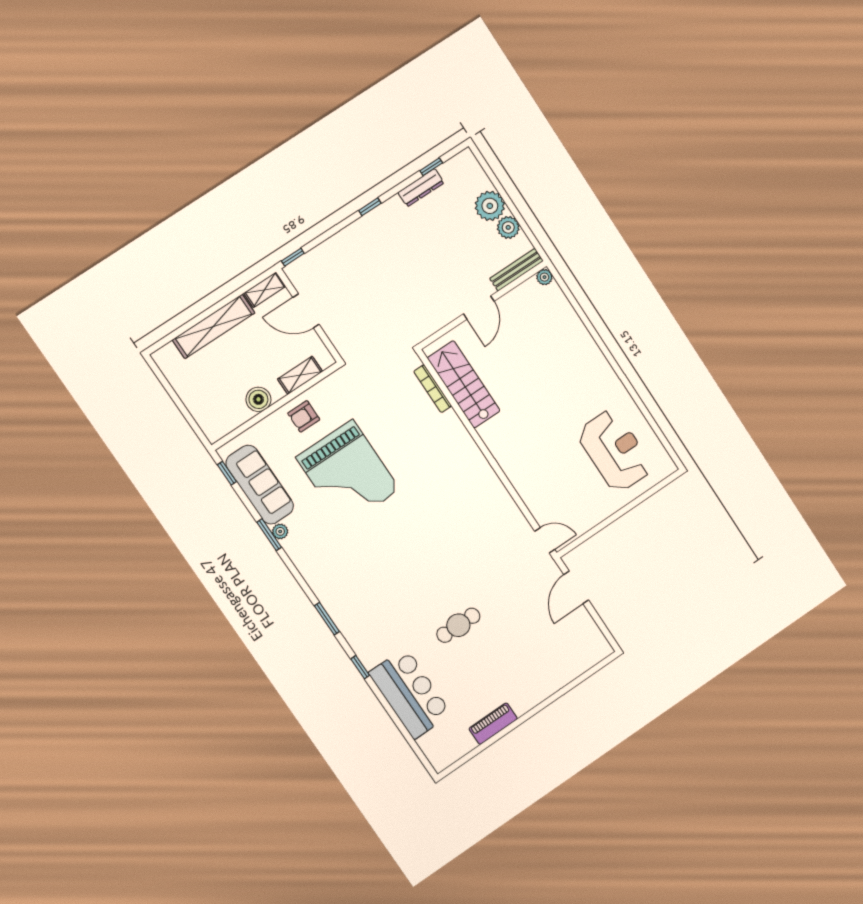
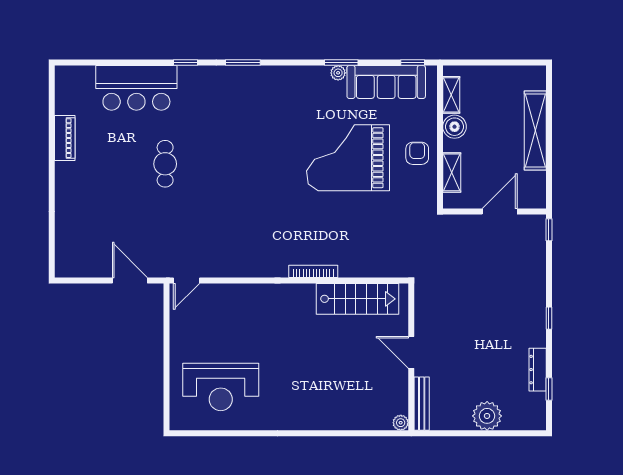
plant: (508, 227) -> (460, 420), removed
shelving: (265, 290) -> (451, 95), moved
bookcase: (433, 389) -> (313, 271), moved

